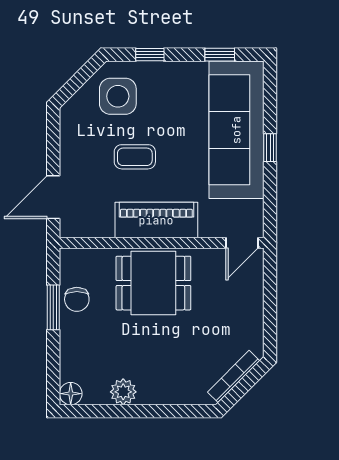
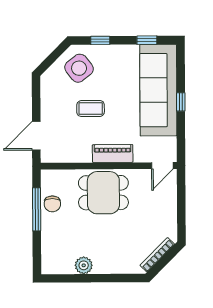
side table: (118, 96) -> (79, 68), turned -38
piano: (156, 220) -> (113, 153), width x0.73, depth x0.75
window: (53, 307) -> (37, 209), width x1.44
floor lamp: (71, 394) -> (49, 267), removed

